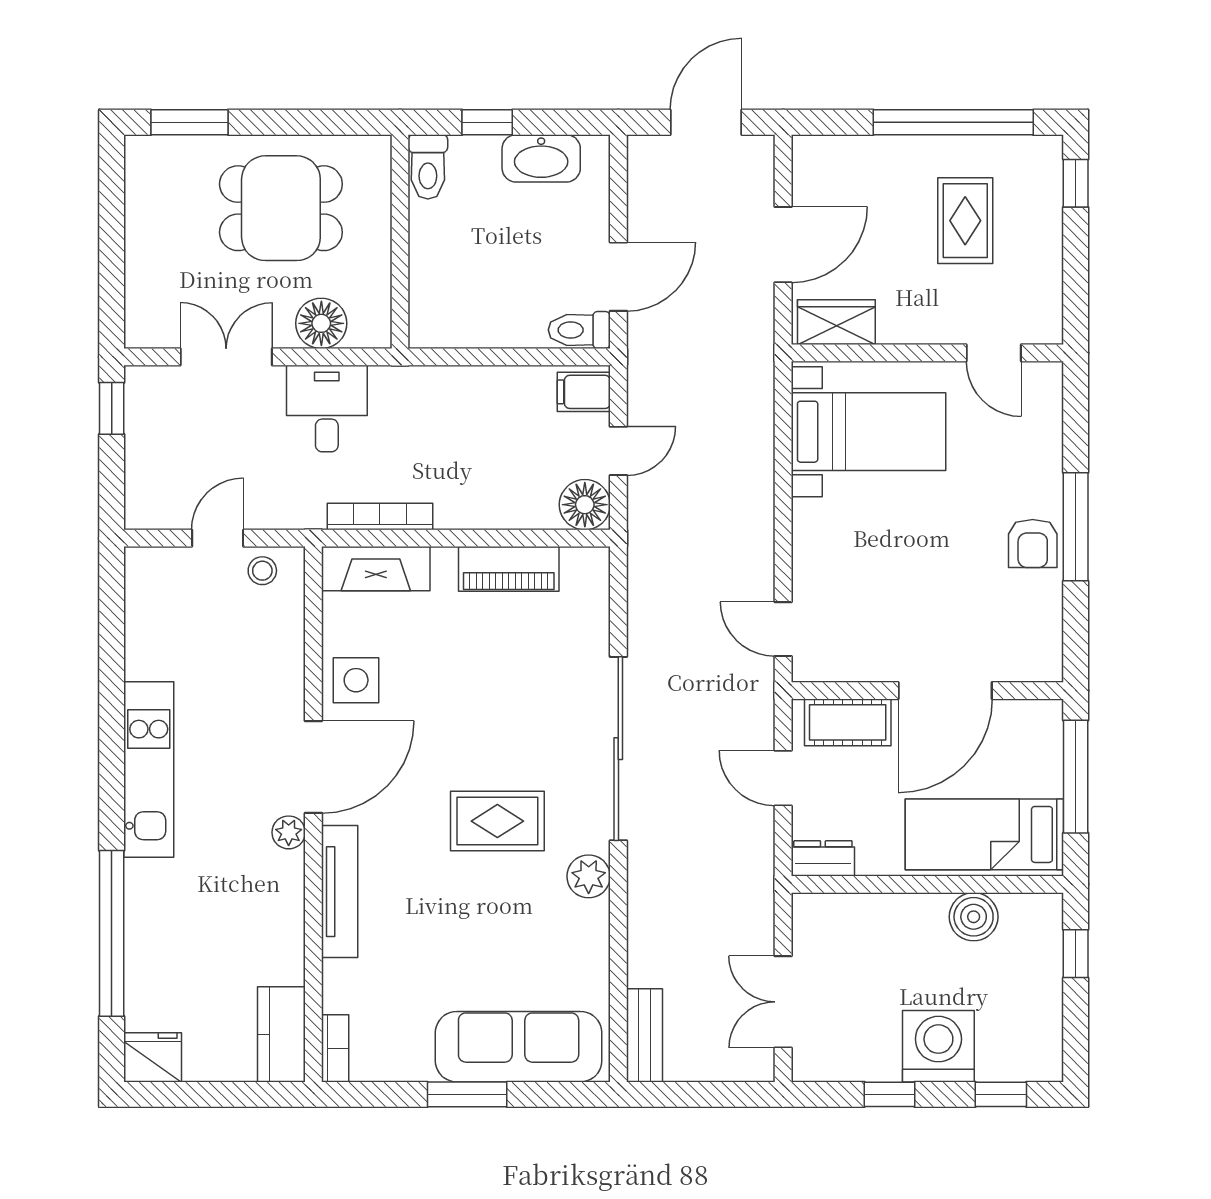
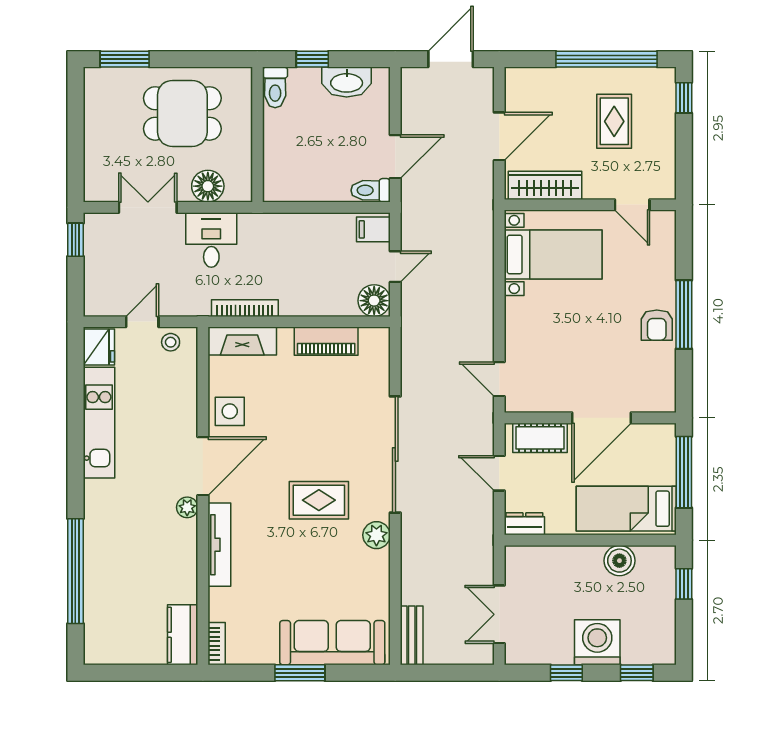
wardrobe: (836, 322) -> (545, 185), width x1.50
kitchen unit: (149, 769) -> (99, 423), moved
fridge: (153, 1057) -> (99, 347), moved, turned 90

